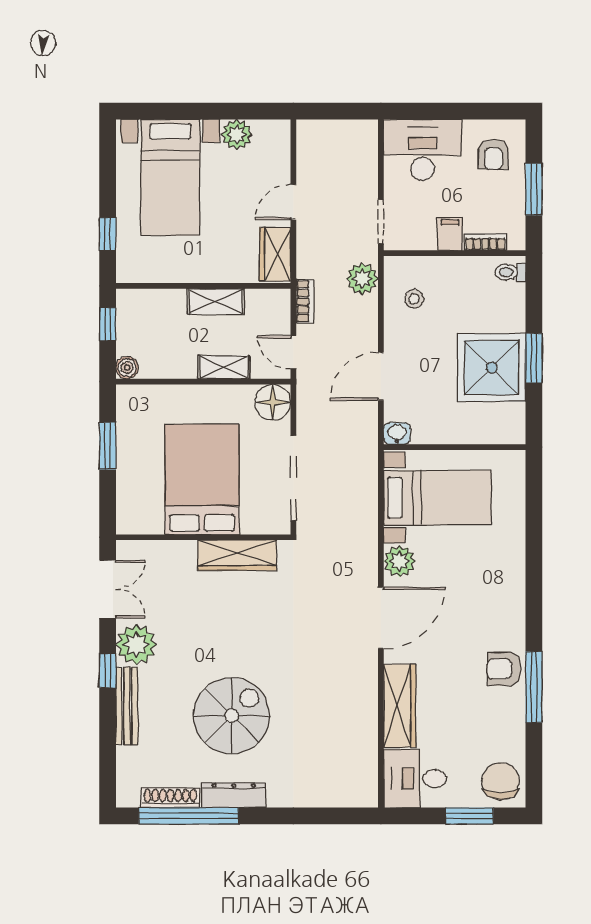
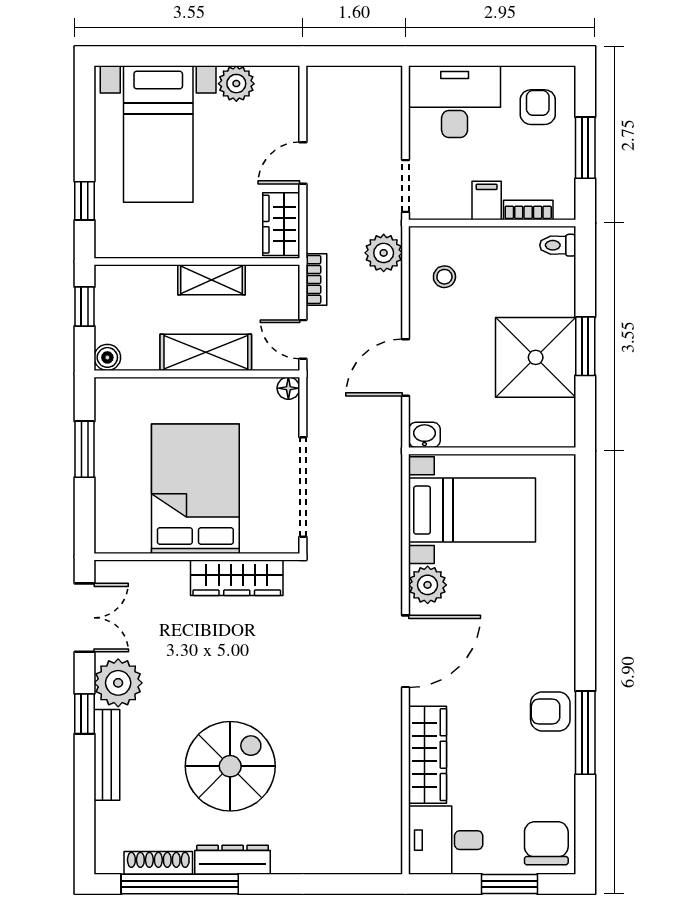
armchair: (493, 155) -> (538, 107), turned 180
shelving: (224, 367) -> (206, 352), width x1.50, depth x1.33
floor lamp: (273, 402) -> (288, 388), width x0.53, depth x0.53

